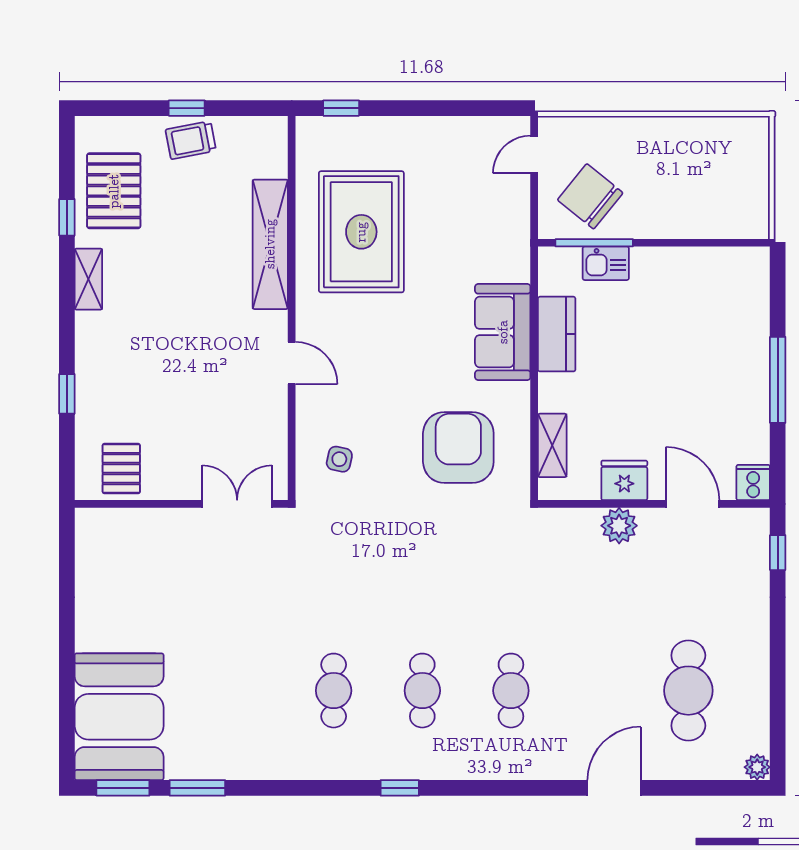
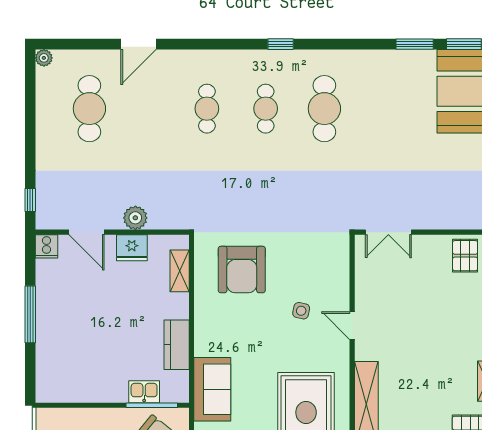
sofa: (503, 332) -> (212, 389), moved
side table: (339, 459) -> (301, 311), moved
cafe table: (334, 691) -> (324, 109), width x1.37, depth x1.35

